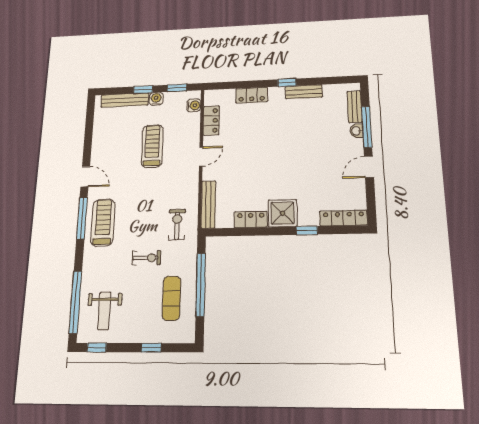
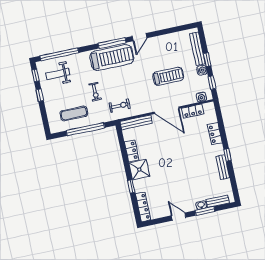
window: (367, 127) -> (205, 211), width x0.69
door: (201, 157) -> (167, 110), width x1.88
treadmill: (103, 222) -> (112, 58), width x1.37, depth x1.38
window: (151, 348) -> (40, 95), moved

